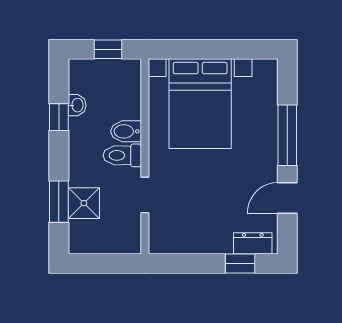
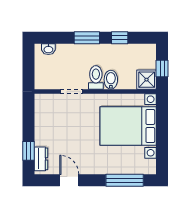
washbasin: (77, 105) -> (48, 49), moved
window: (287, 135) -> (125, 180), moved
window: (59, 202) -> (87, 38), moved
shower: (84, 203) -> (147, 80), moved

